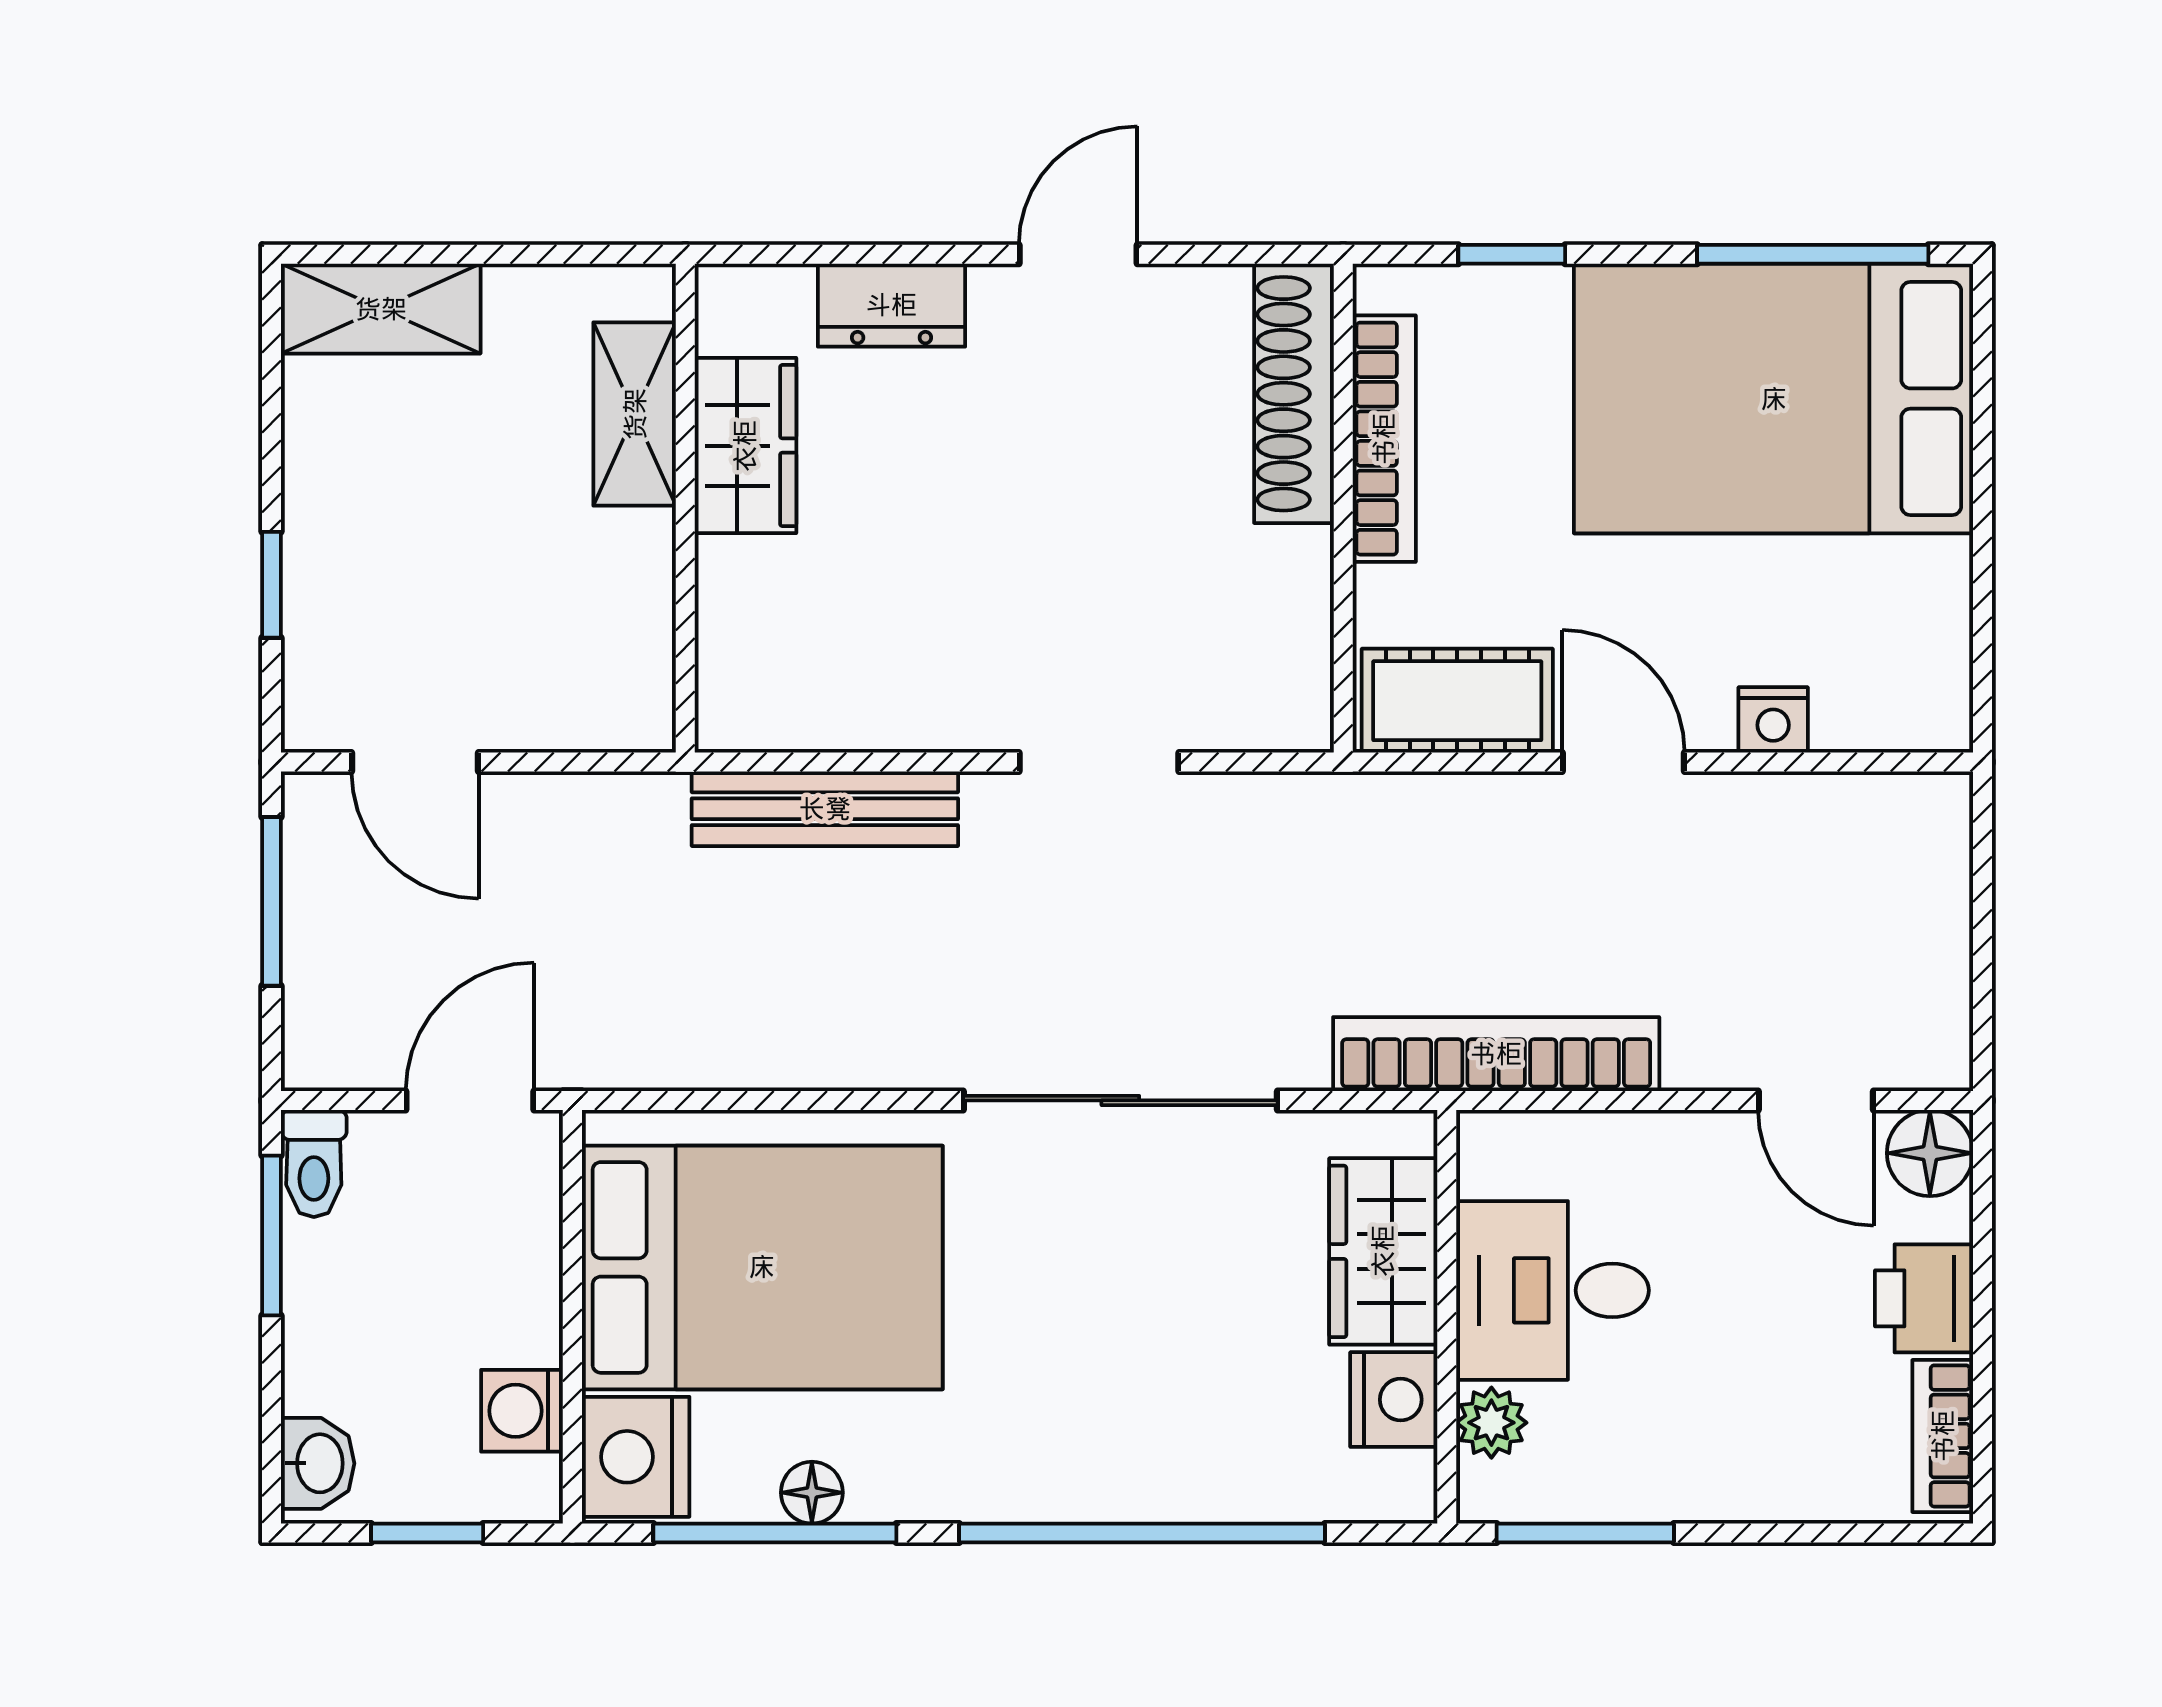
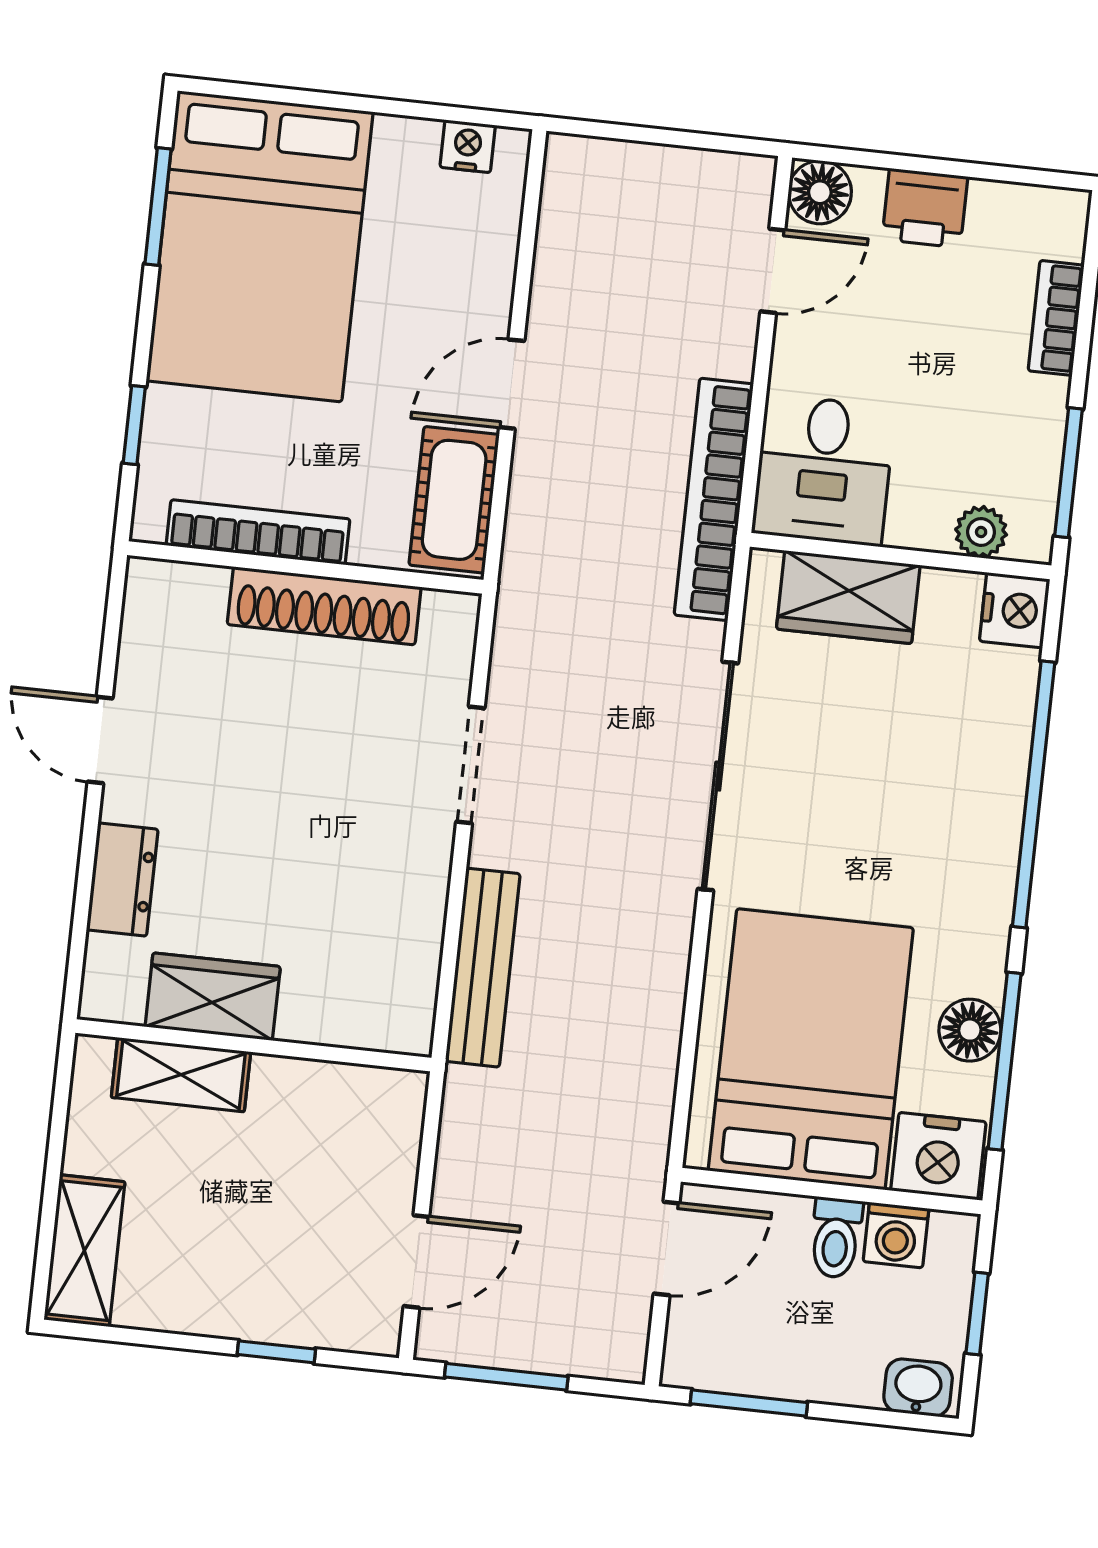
window: (1813, 254) -> (158, 207), width x0.69
shoe rack: (1294, 394) -> (324, 606), moved
nightstand: (1773, 720) -> (468, 146), moved, turned -90
door: (470, 1100) -> (667, 1248), swing flipped
toilet: (314, 1163) -> (836, 1238), moved, turned 90
desk: (1552, 1290) -> (824, 470), moved
nightstand: (1394, 1400) -> (1015, 610), moved, turned 90
bookcase: (1943, 1436) -> (1056, 318), moved, turned 90
floor lamp: (812, 1493) -> (970, 1030), width x1.37, depth x1.37

